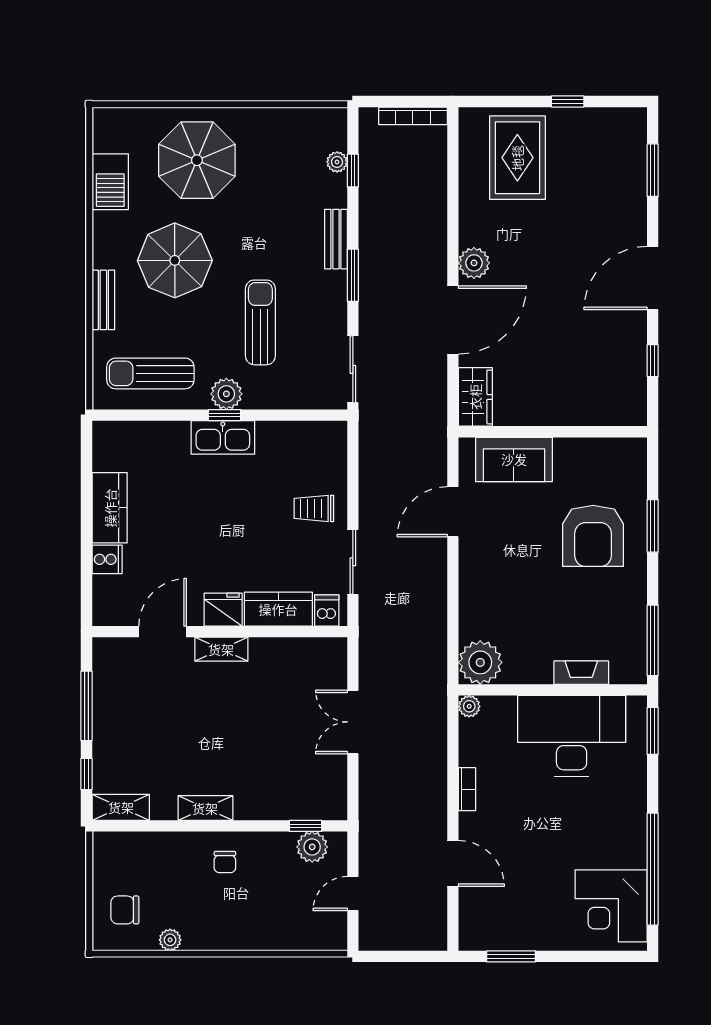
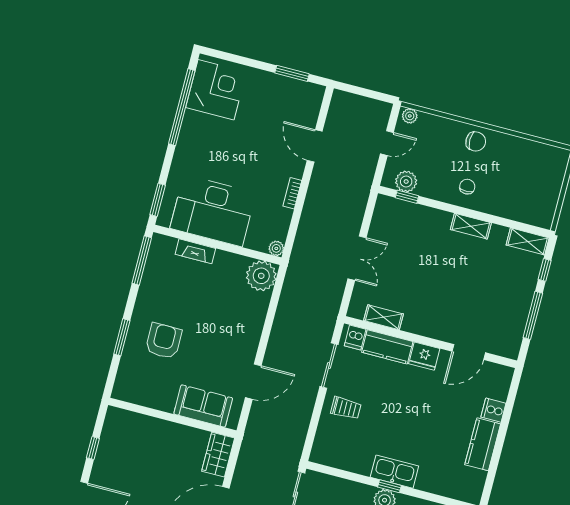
armchair: (593, 536) -> (164, 341), width x0.73, depth x0.73
shelving: (221, 649) -> (384, 317), moved
chair: (125, 910) -> (476, 141), moved
plant: (170, 940) -> (410, 116), moved

